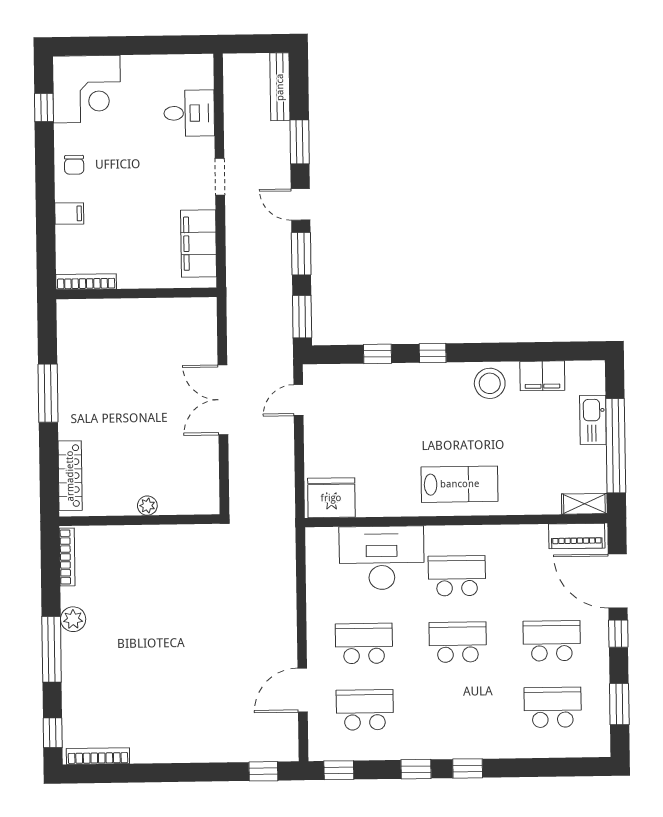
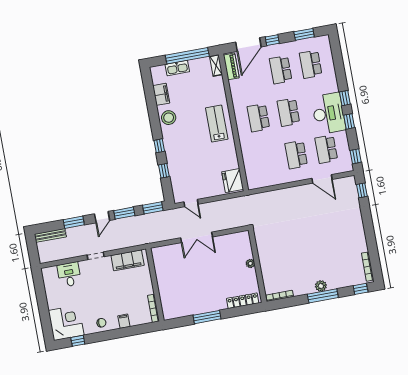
desk: (382, 558) -> (329, 113), moved, turned 180
plant: (73, 619) -> (321, 286), moved

